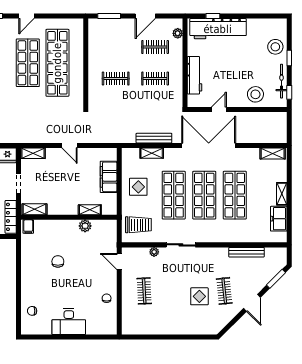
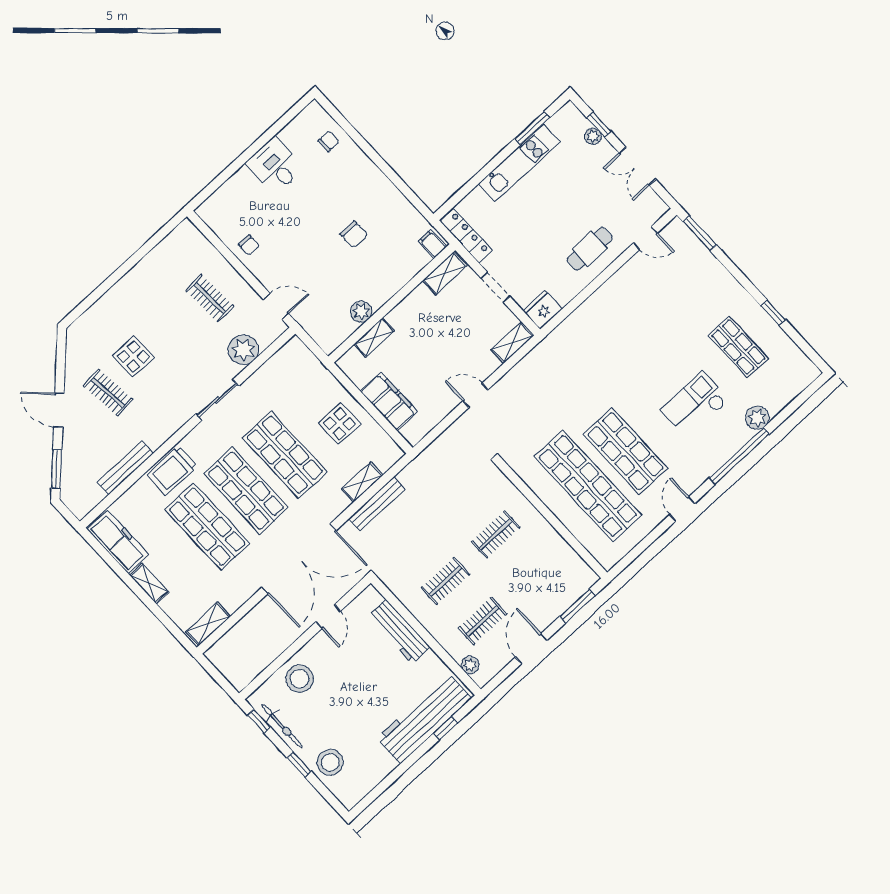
freezer: (279, 219) -> (118, 542), width x1.40
trolley: (138, 225) -> (172, 471), moved
plant: (154, 252) -> (243, 350), width x1.88, depth x1.88
desk: (69, 322) -> (275, 166), width x0.73

